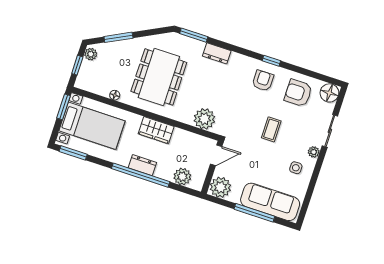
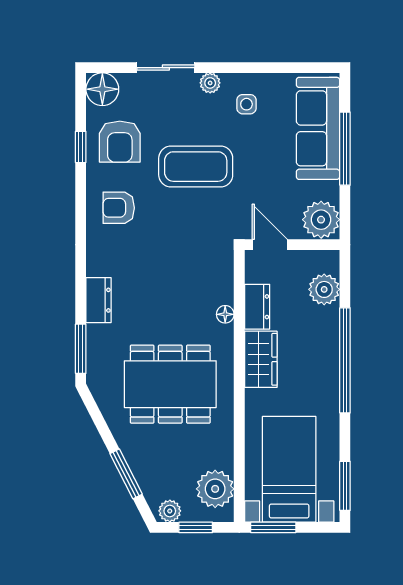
window: (271, 61) -> (81, 147), moved
floor lamp: (115, 95) -> (225, 314), moved
plant: (204, 119) -> (215, 489), moved
coffee table: (271, 129) -> (196, 167), width x1.86, depth x1.72
dresser: (142, 165) -> (257, 307), moved, turned 180

